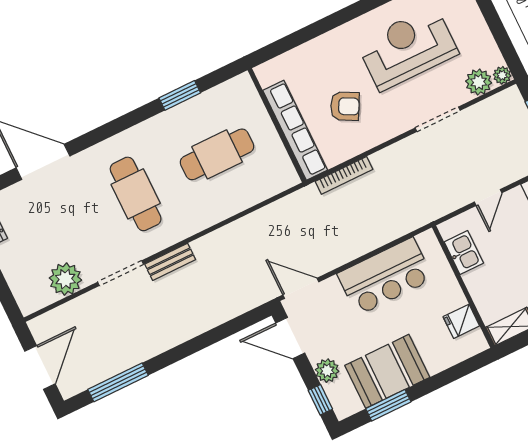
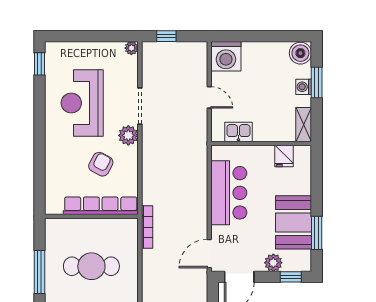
plant: (479, 82) -> (128, 135), moved
window: (180, 95) -> (39, 272), width x1.44
cafe table: (217, 154) -> (91, 266), turned 90
bookcase: (344, 175) -> (147, 227), moved

